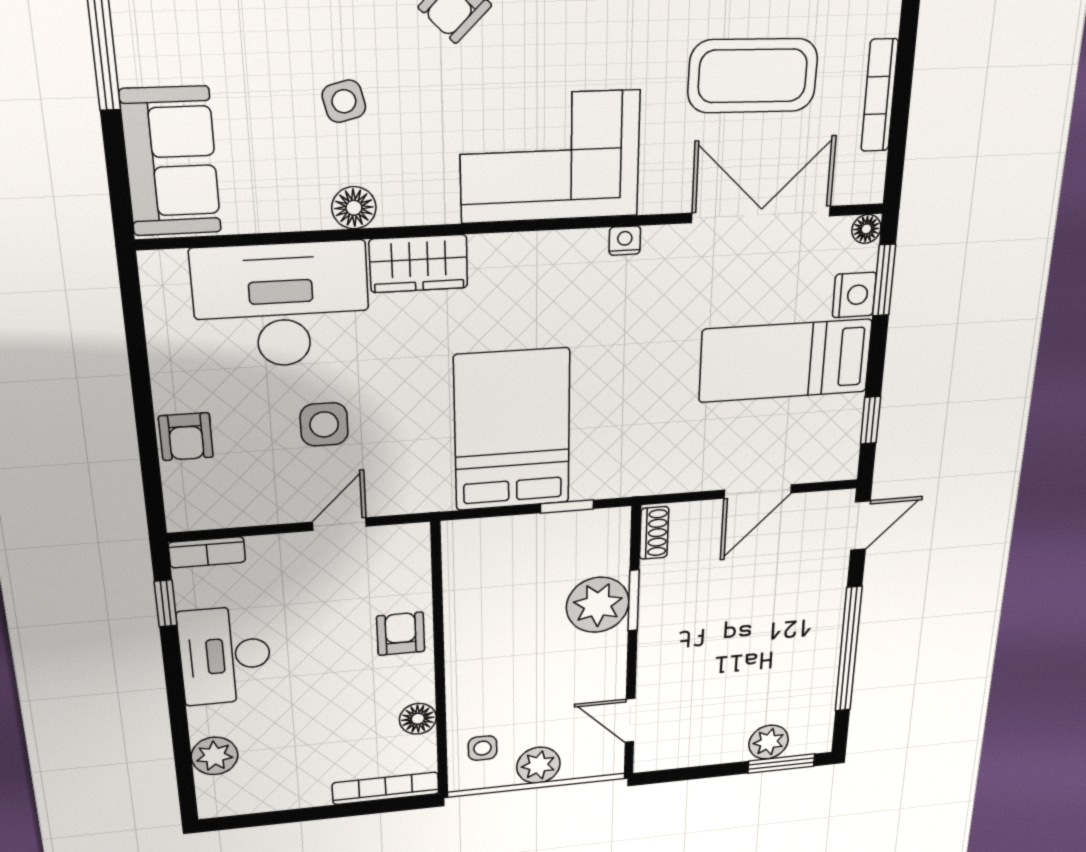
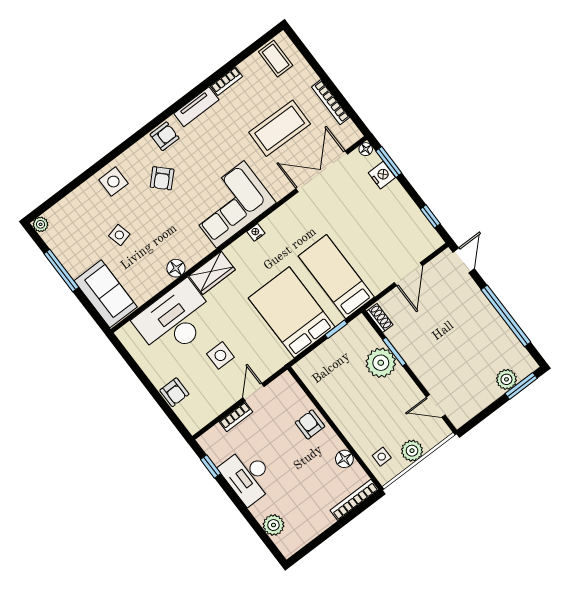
side table: (344, 101) -> (119, 235), moved
nightstand: (625, 241) -> (256, 232), moved
bed: (785, 361) -> (336, 277), moved, turned 90
bookcase: (207, 552) -> (236, 417), moved

